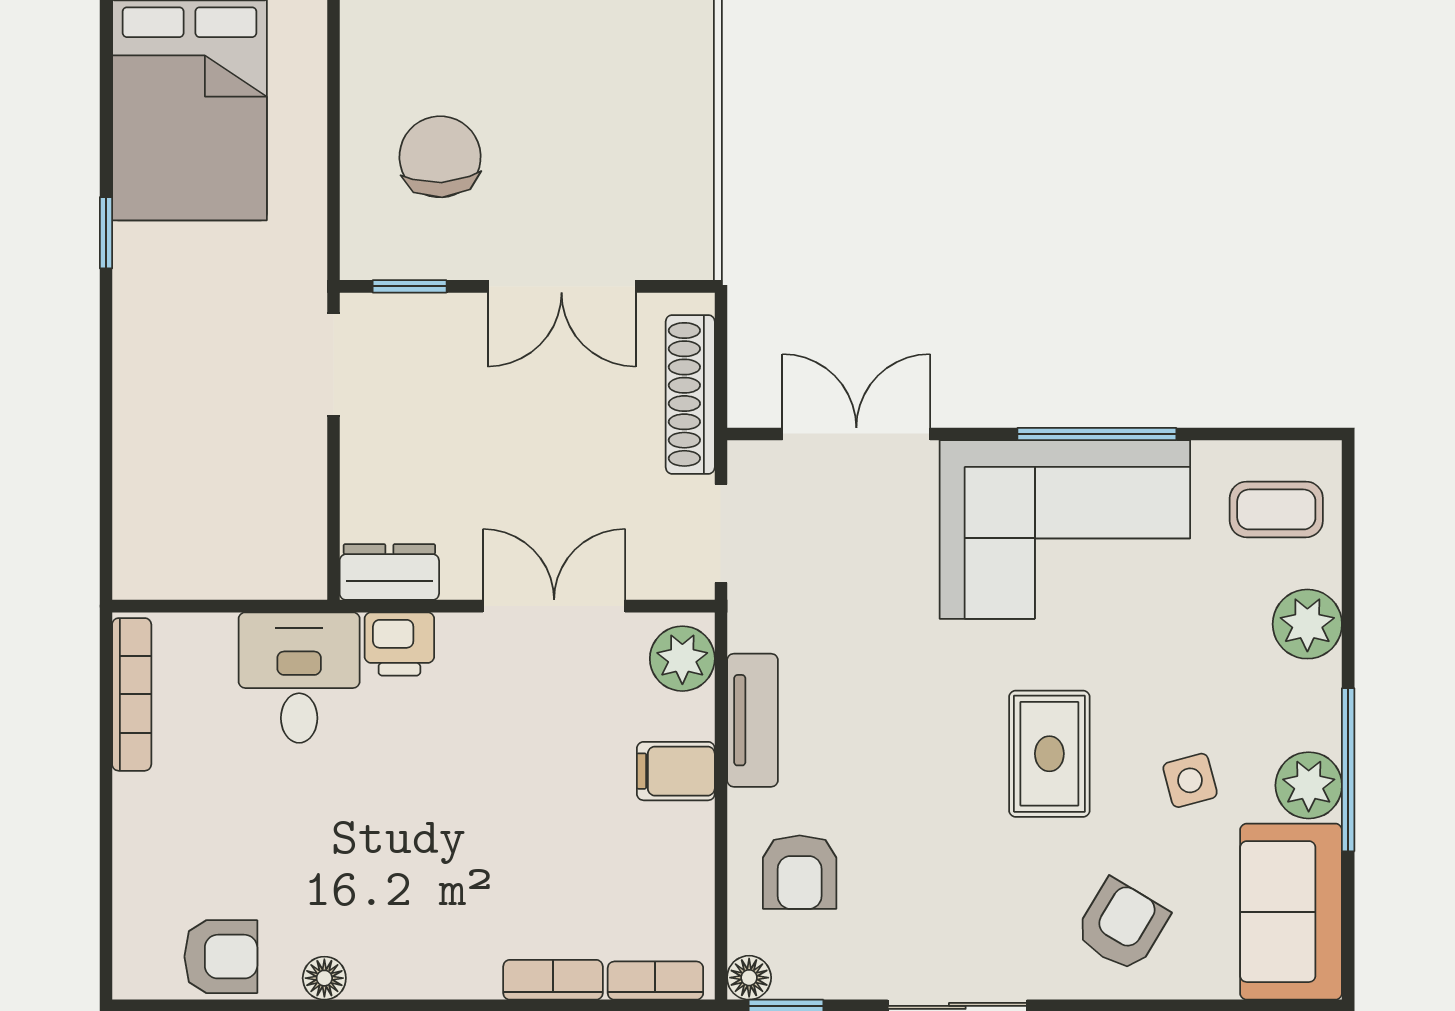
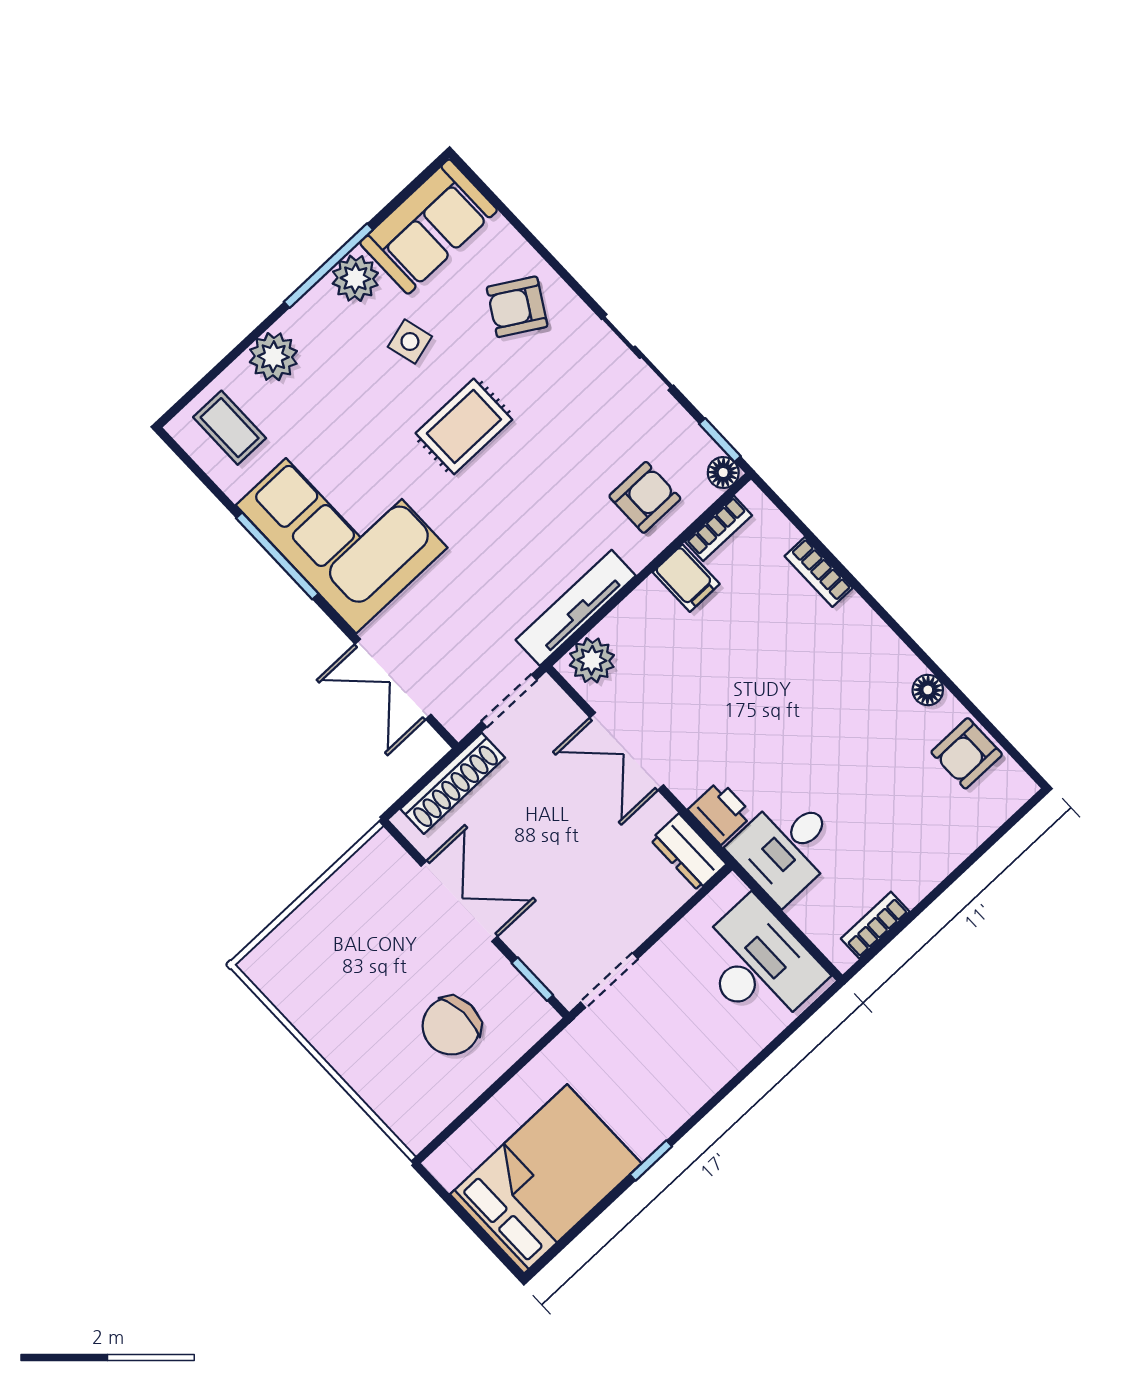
desk: (205, 535) -> (758, 965), added
bookcase: (132, 694) -> (875, 925), width x0.64
tv unit: (752, 720) -> (576, 608), width x1.41
filing cabinet: (676, 771) -> (686, 578), moved
armchair: (221, 957) -> (967, 753), turned -90
bookcase: (655, 981) -> (718, 528), moved, turned -90

